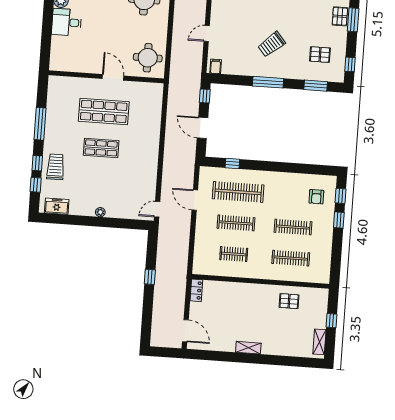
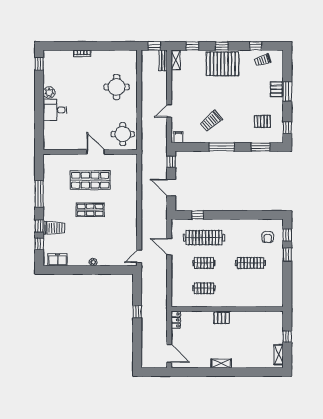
trolley: (272, 44) -> (211, 121), moved
trolley: (56, 167) -> (54, 228), turned 90
clothes rail: (236, 223) -> (204, 263), width x0.73
clothes rail: (291, 258) -> (251, 288), removed
pallet: (289, 301) -> (222, 318), moved

